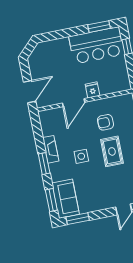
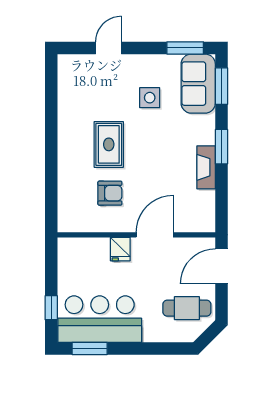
cafe table: (45, 62) -> (187, 308), added
side table: (81, 156) -> (150, 98), moved

